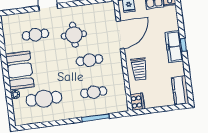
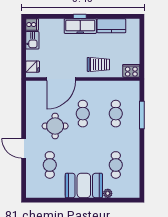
door: (120, 35) -> (61, 79), swing flipped
kitchen counter: (180, 90) -> (111, 26), moved
cafe table: (44, 99) -> (116, 165), width x0.73, depth x0.74

